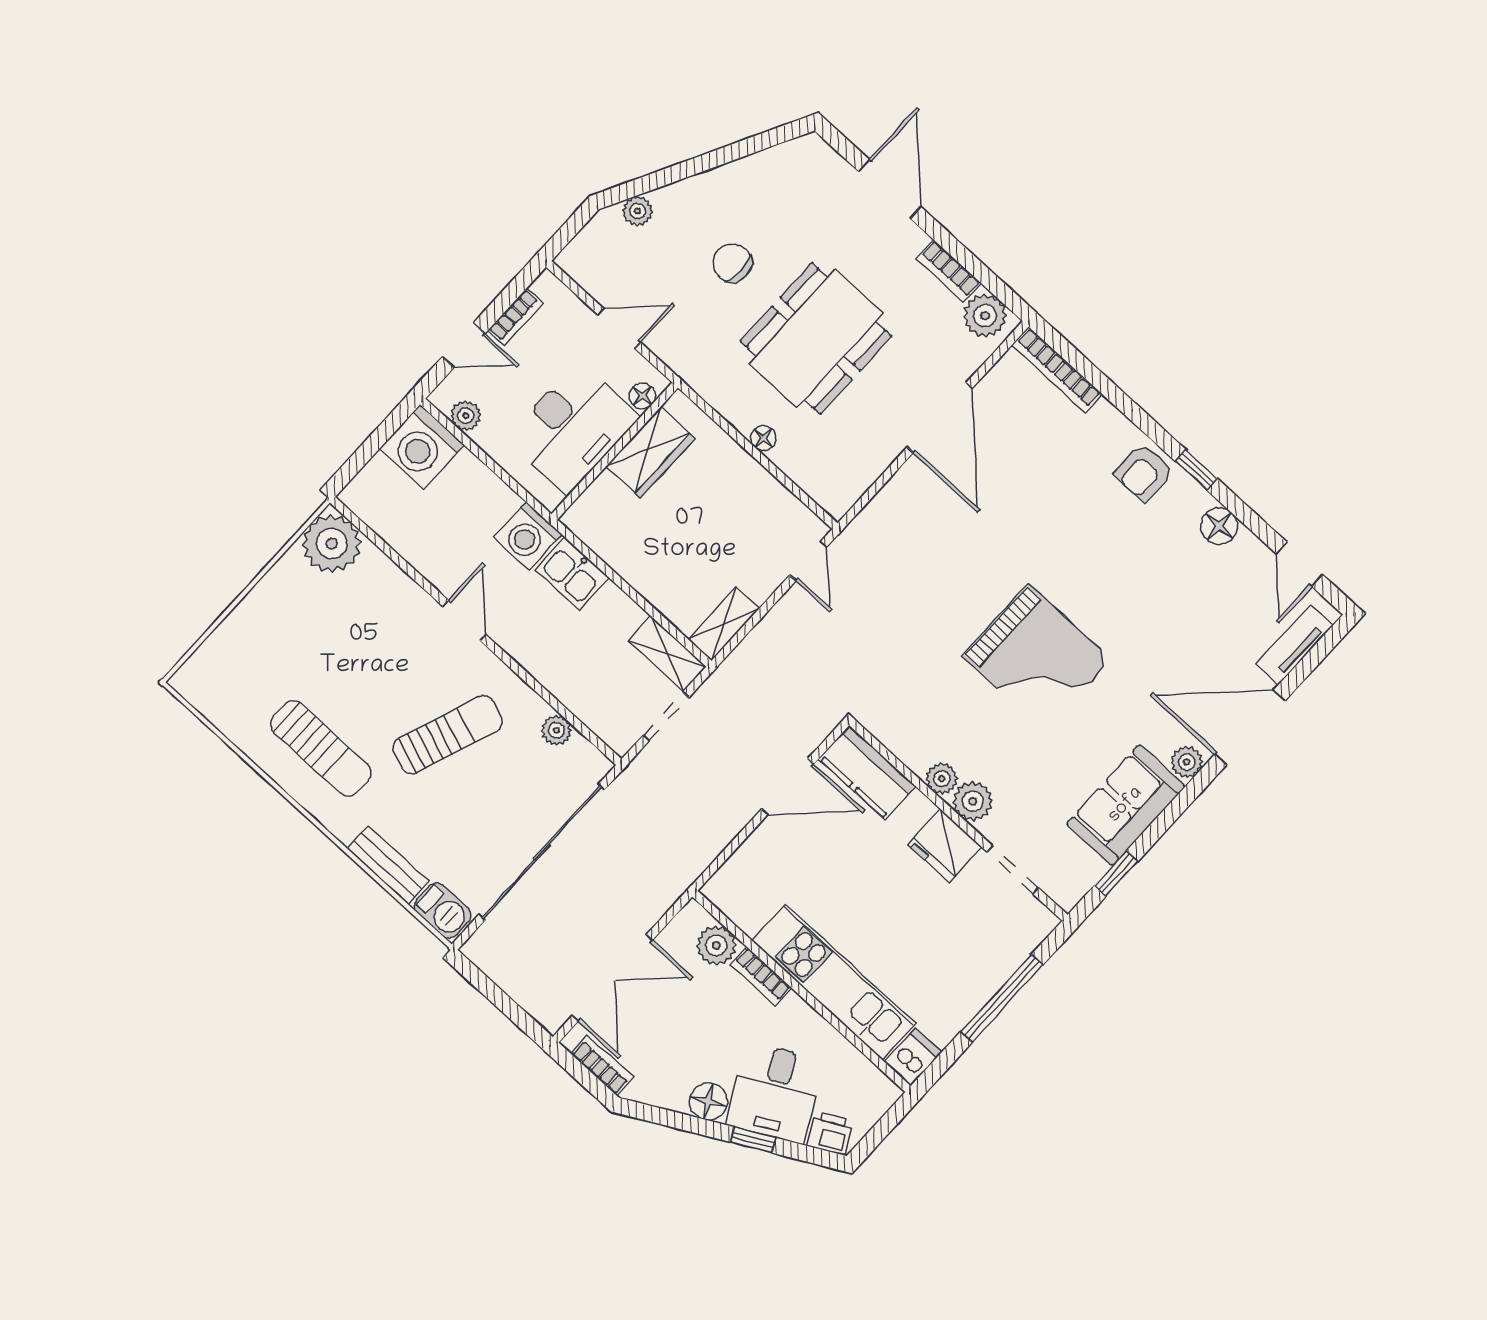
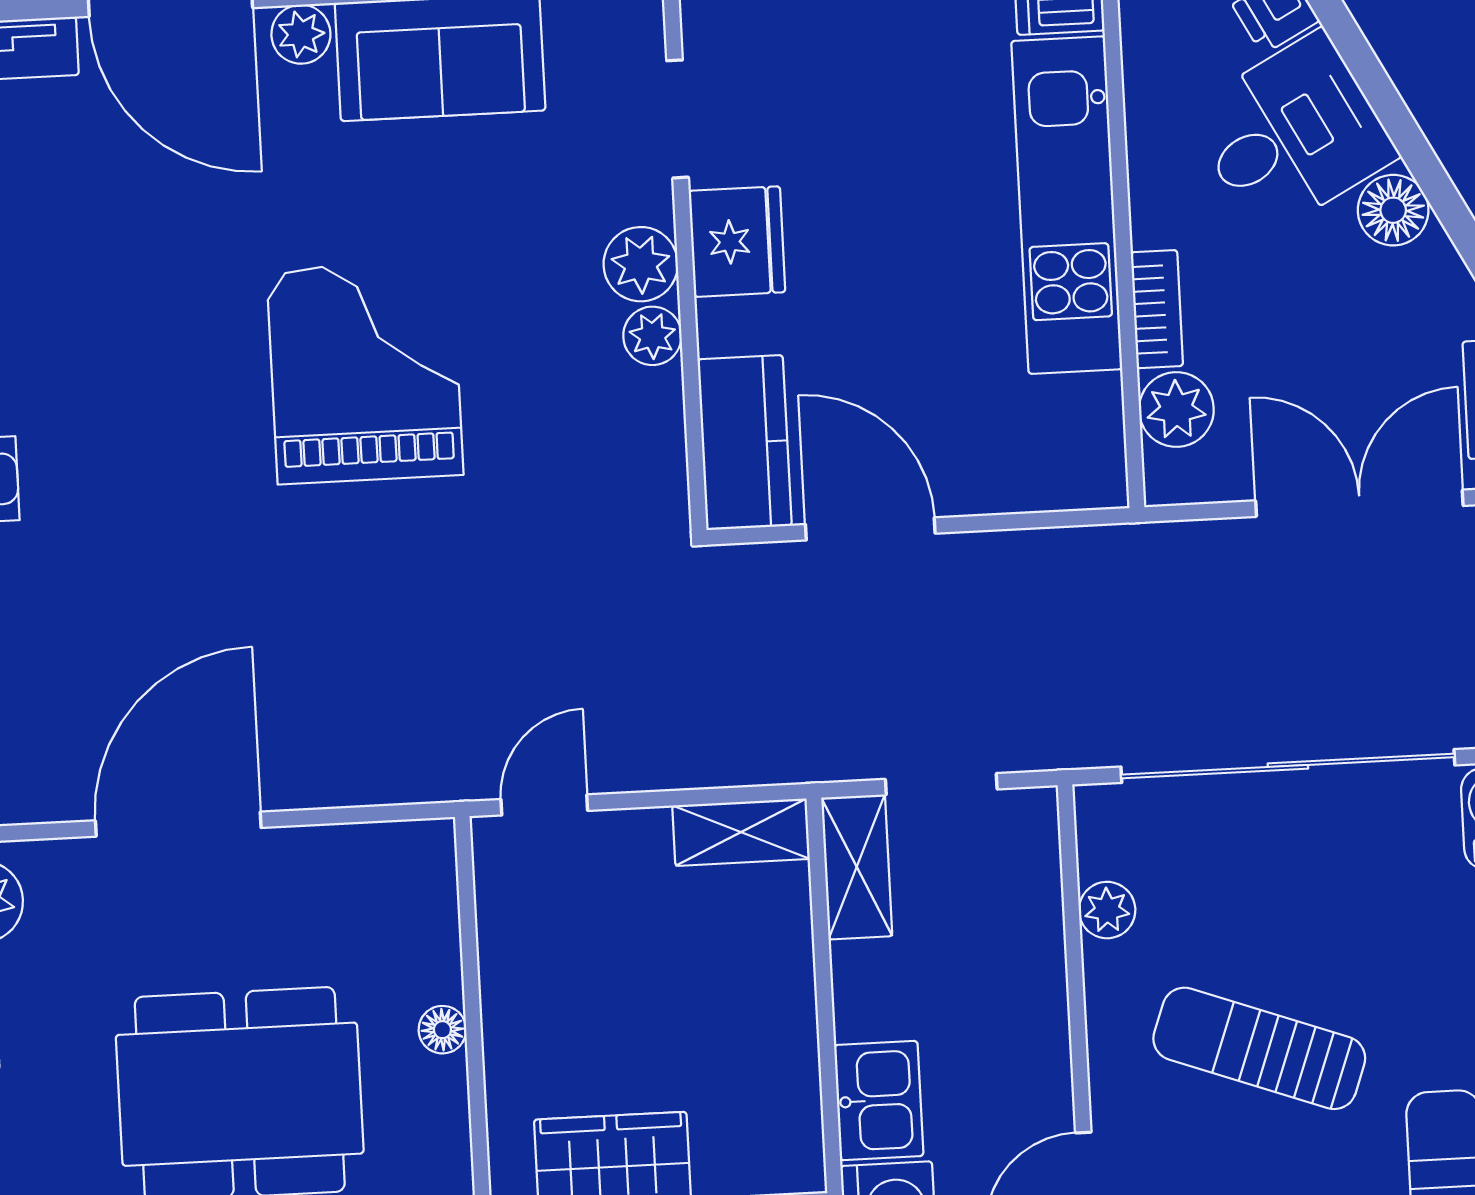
window: (753, 1140) -> (1384, 99), removed

